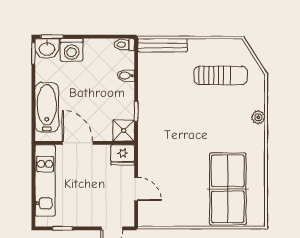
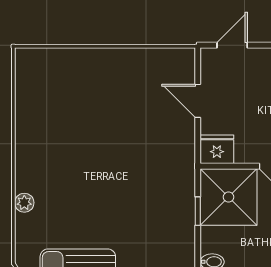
shower: (124, 131) -> (229, 197), width x1.86, depth x1.86
table tennis table: (228, 189) -> (68, 101), removed

